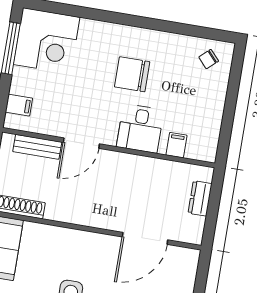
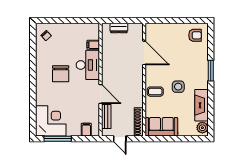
desk: (140, 128) -> (88, 65), width x1.37
coffee table: (69, 247) -> (155, 92), added

